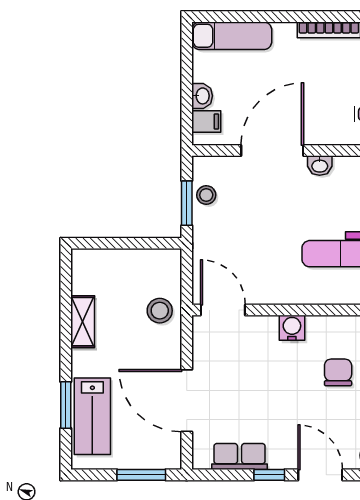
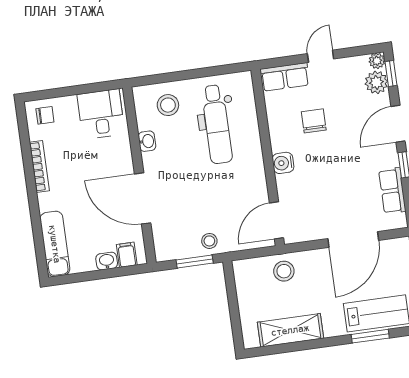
washbasin: (320, 166) -> (147, 141), moved
stool: (206, 195) -> (209, 241), moved
shelving: (83, 322) -> (290, 330), width x1.50, depth x1.33
chair: (338, 372) -> (314, 121), turned 90

